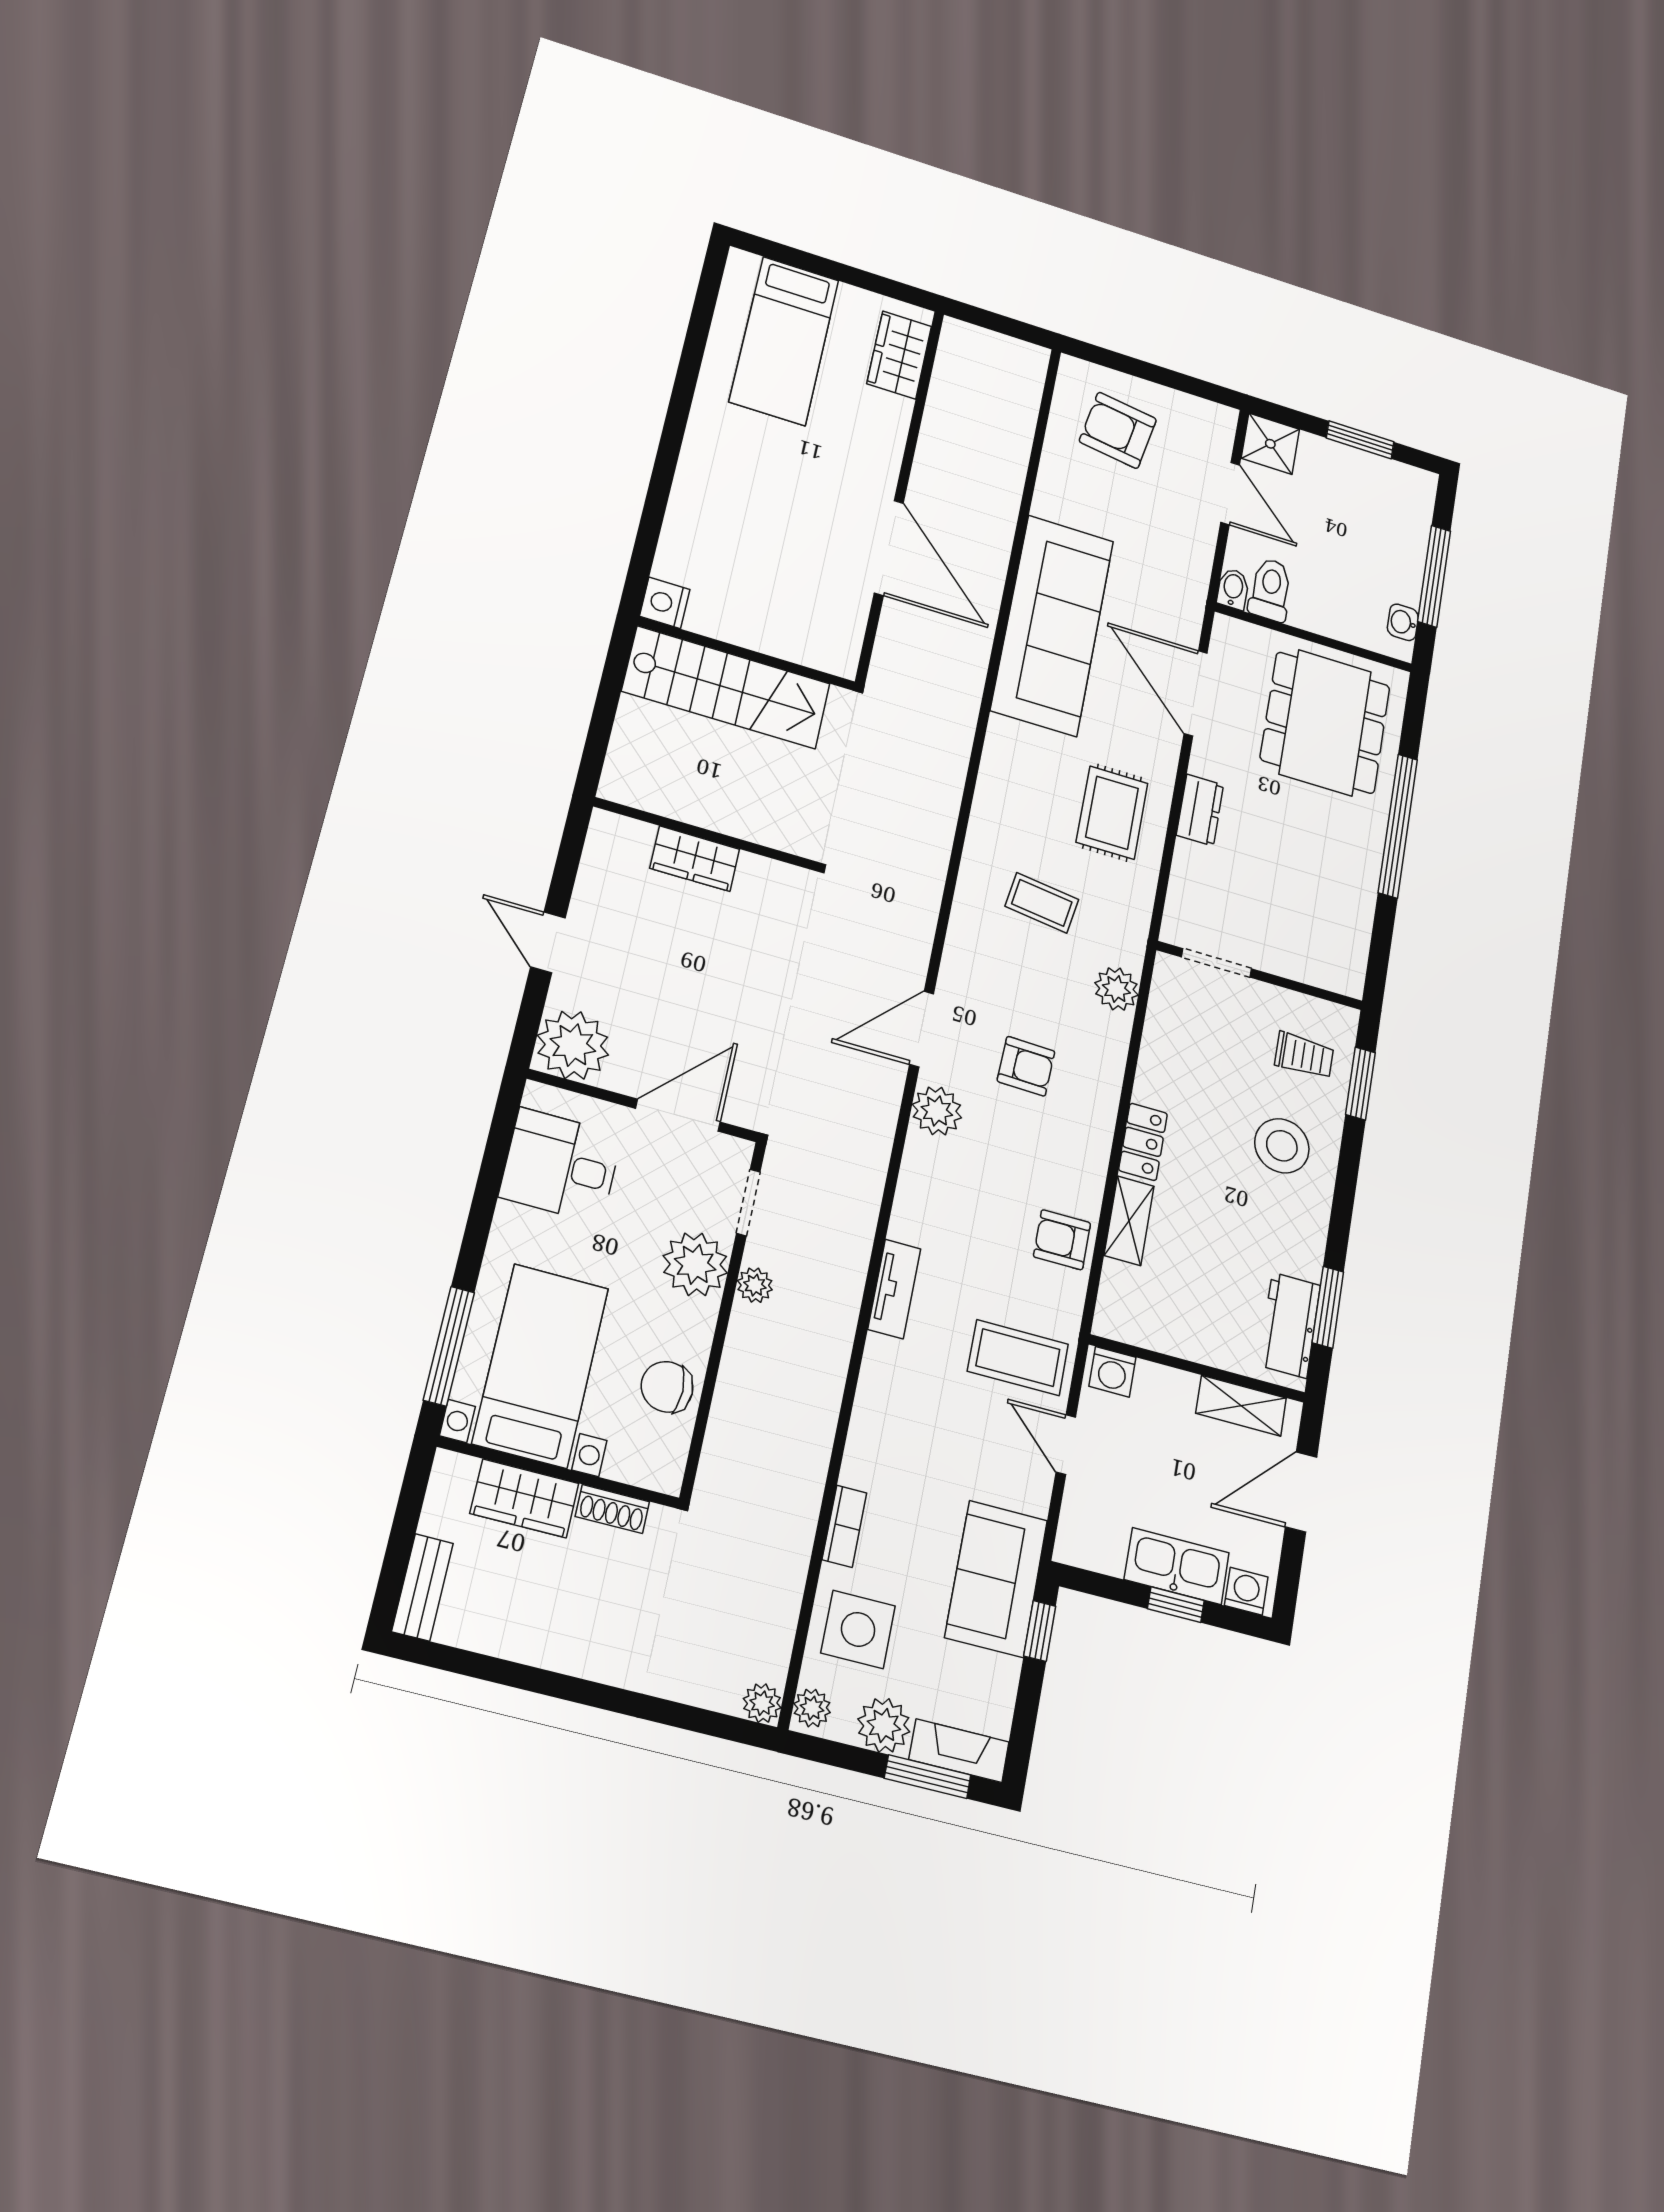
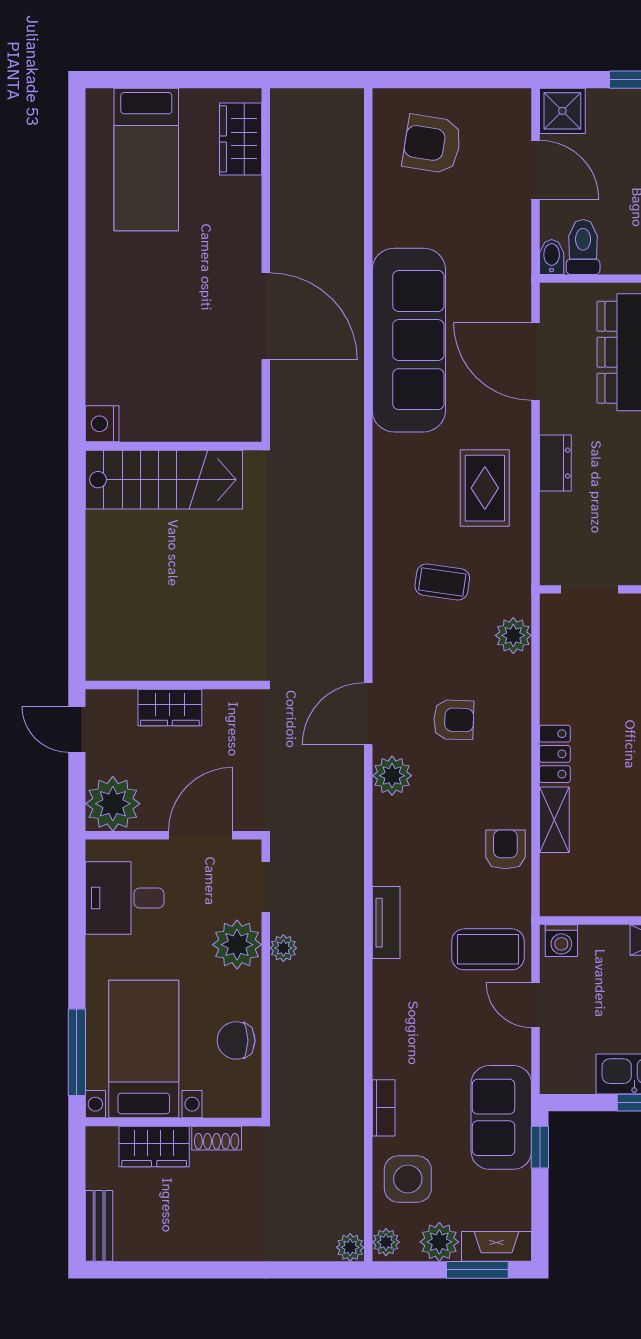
wall: (705, 834) -> (174, 685), moved
wardrobe: (695, 859) -> (170, 707), moved
armchair: (1062, 1240) -> (505, 849), turned 90

